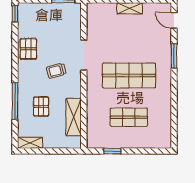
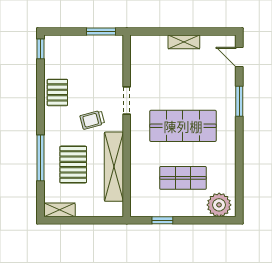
doorway: (84, 55) -> (127, 100), width x0.73
pallet: (41, 106) -> (73, 164), width x1.50, depth x1.42
shelving: (74, 117) -> (114, 167), width x1.47
plant: (158, 139) -> (219, 205), added

